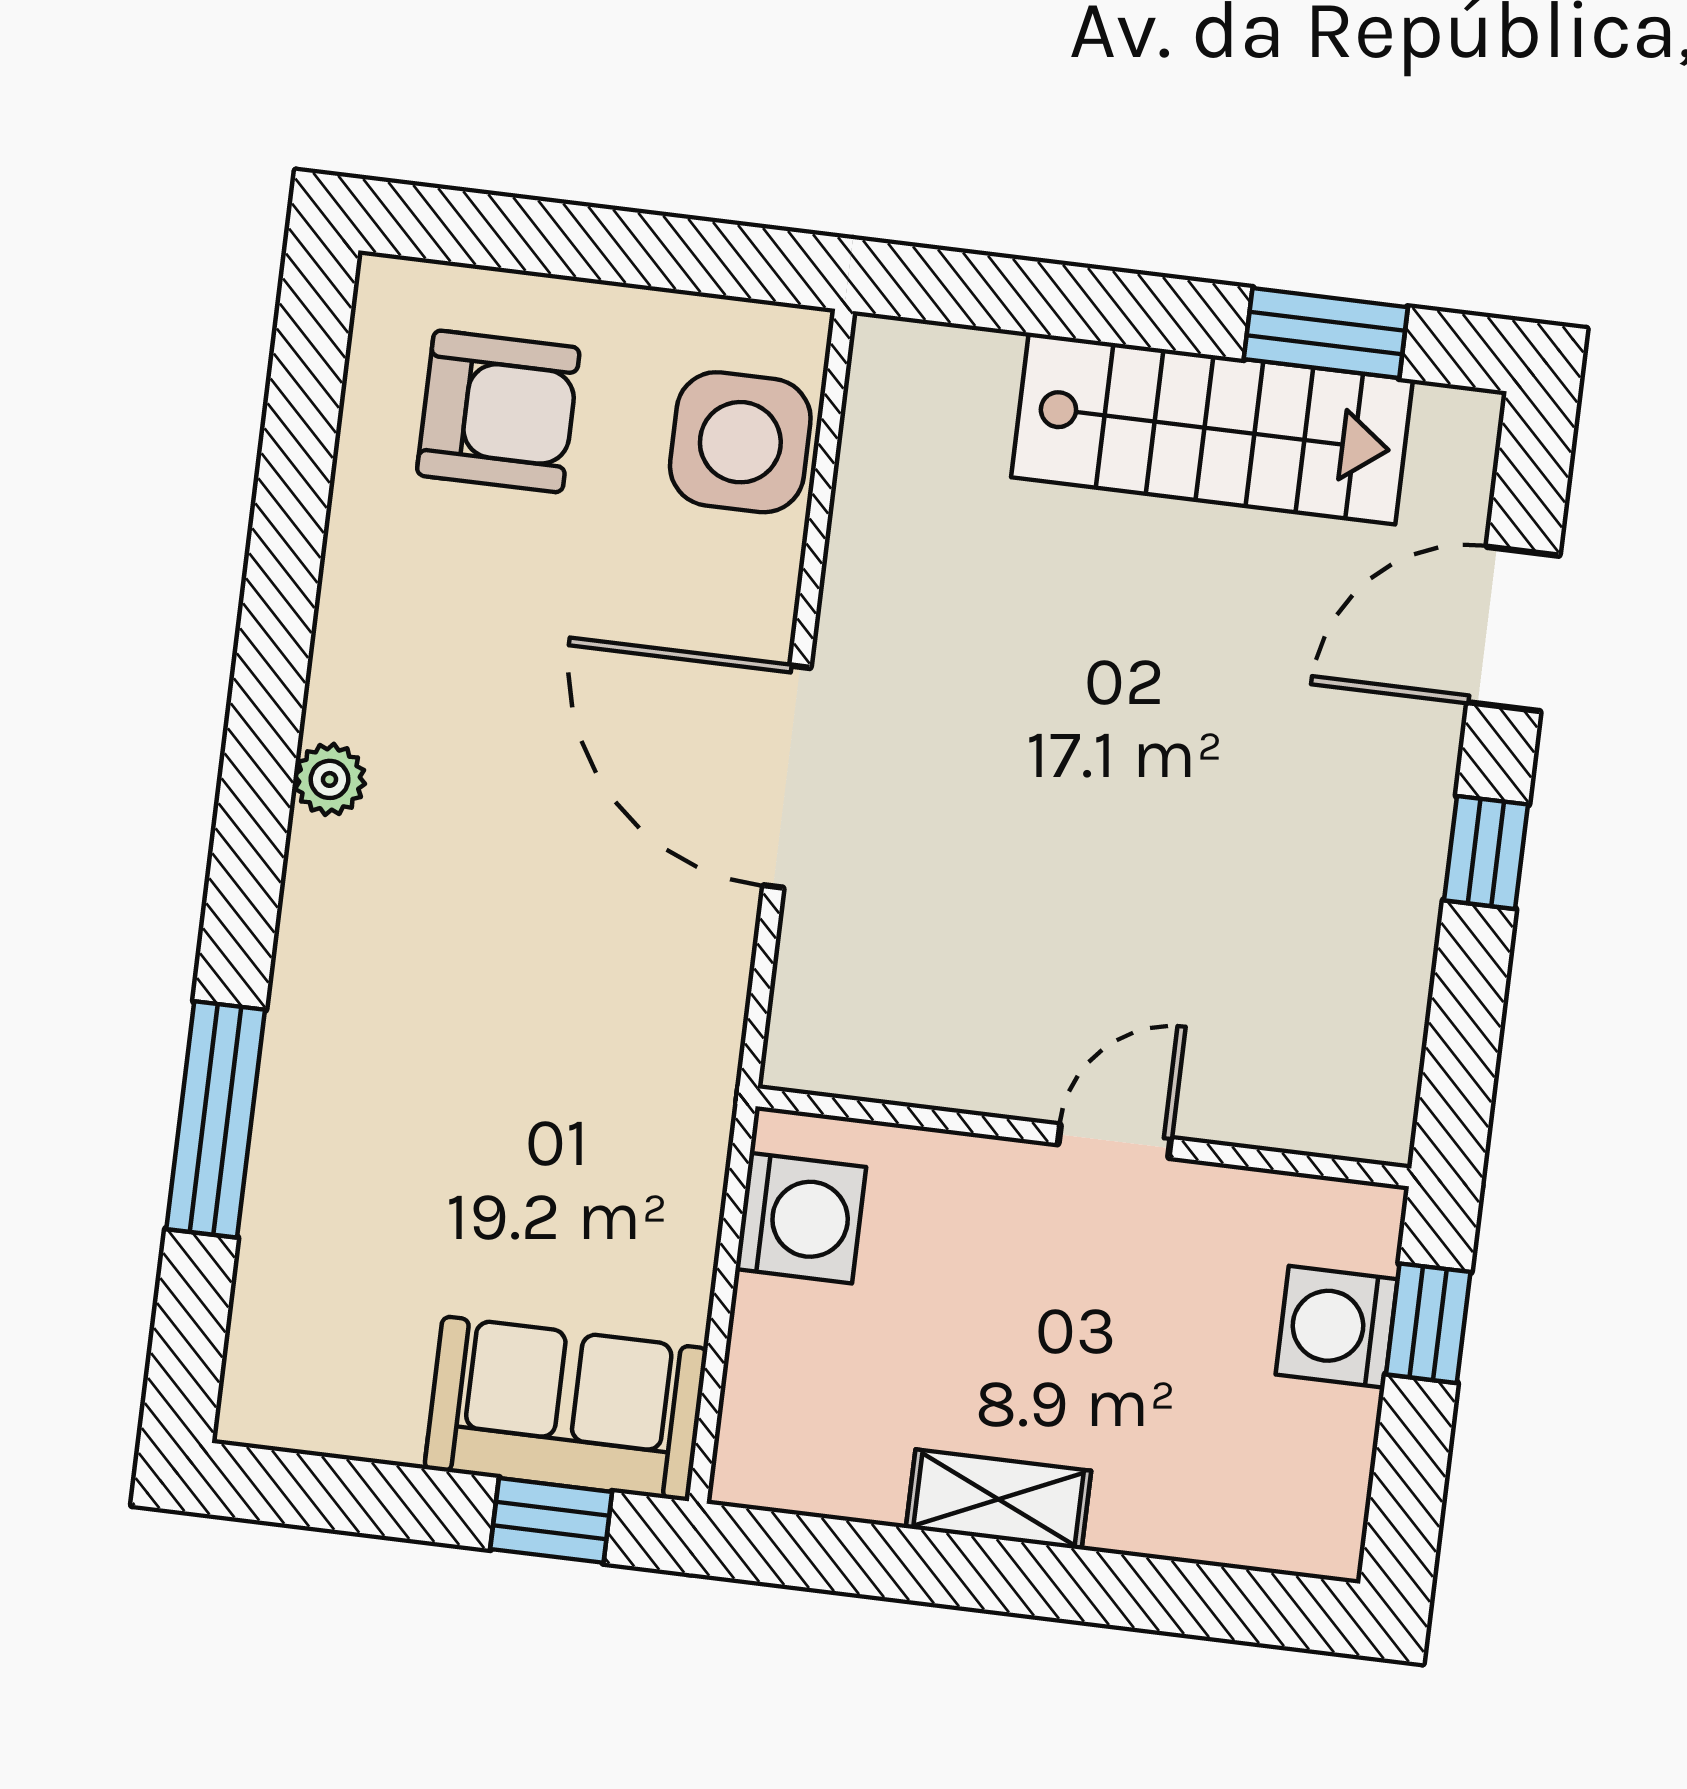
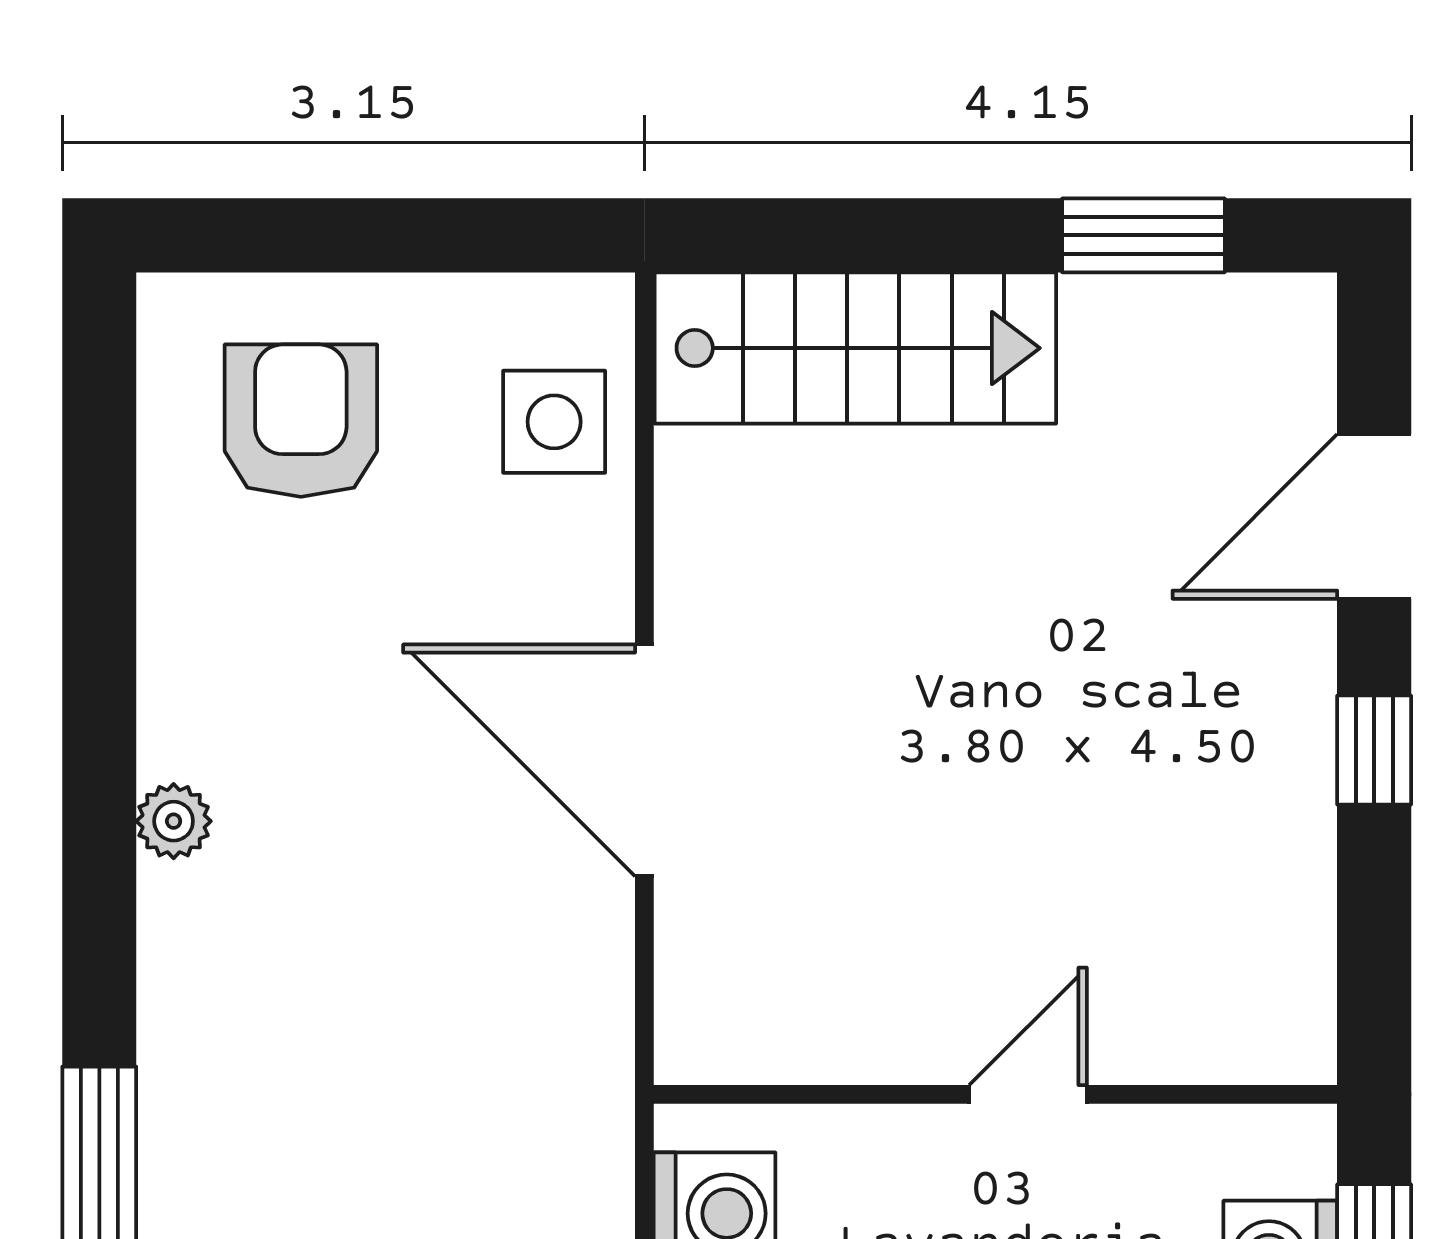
armchair: (498, 411) -> (301, 421), turned -90
stairs: (1212, 429) -> (855, 348), moved
side table: (740, 442) -> (554, 422), width x0.73, depth x0.73

